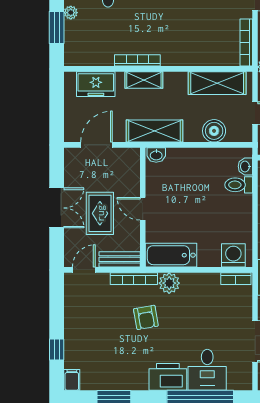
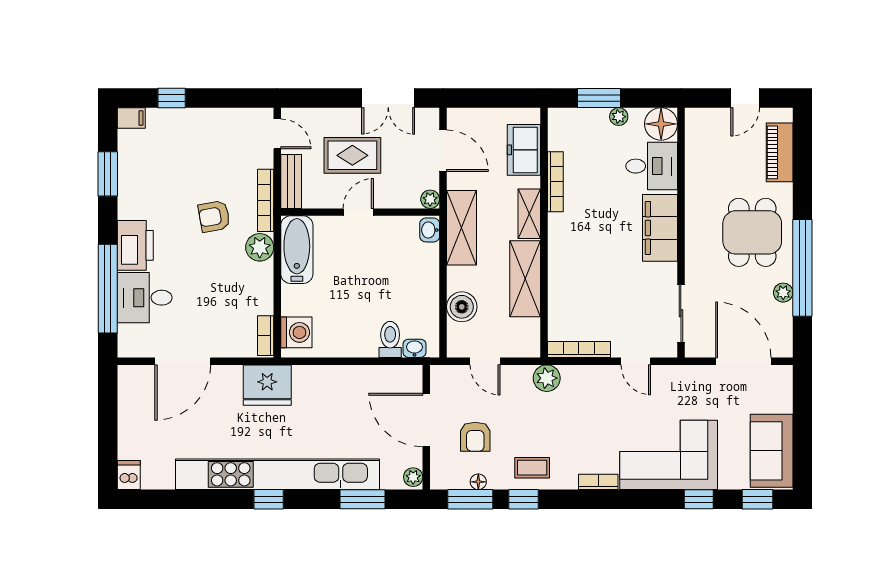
bookcase: (137, 60) -> (555, 182), moved
shelving: (217, 83) -> (525, 279), moved
plant: (133, 155) -> (430, 199), added
double door: (57, 208) -> (388, 98), moved

